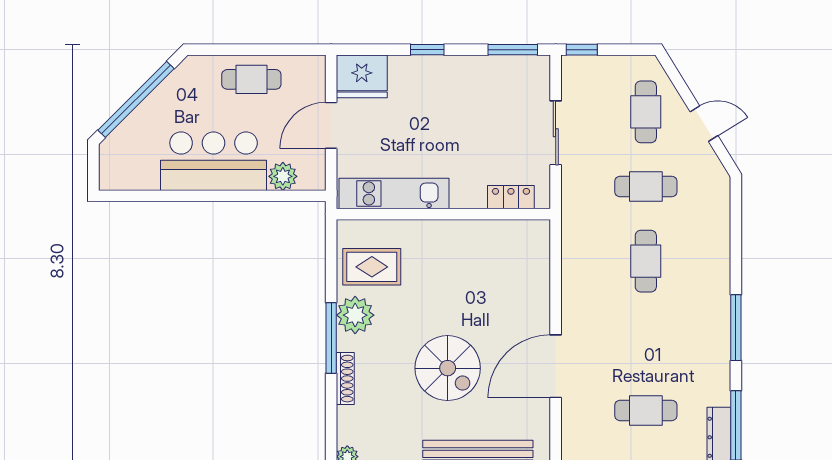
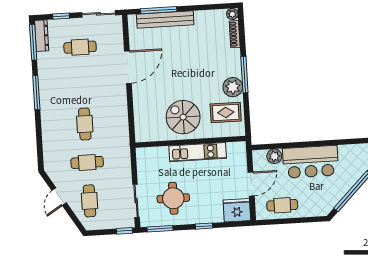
cafe table: (251, 79) -> (282, 205), moved
round table: (483, 107) -> (173, 198), added
door: (704, 124) -> (59, 197), hinge flipped
sliding door: (556, 133) -> (136, 201), moved
kitchen unit: (394, 193) -> (198, 152), moved
locker: (511, 197) -> (156, 153), removed
spiral stairs: (448, 368) -> (183, 117), moved
shoe rack: (345, 379) -> (235, 34), moved

